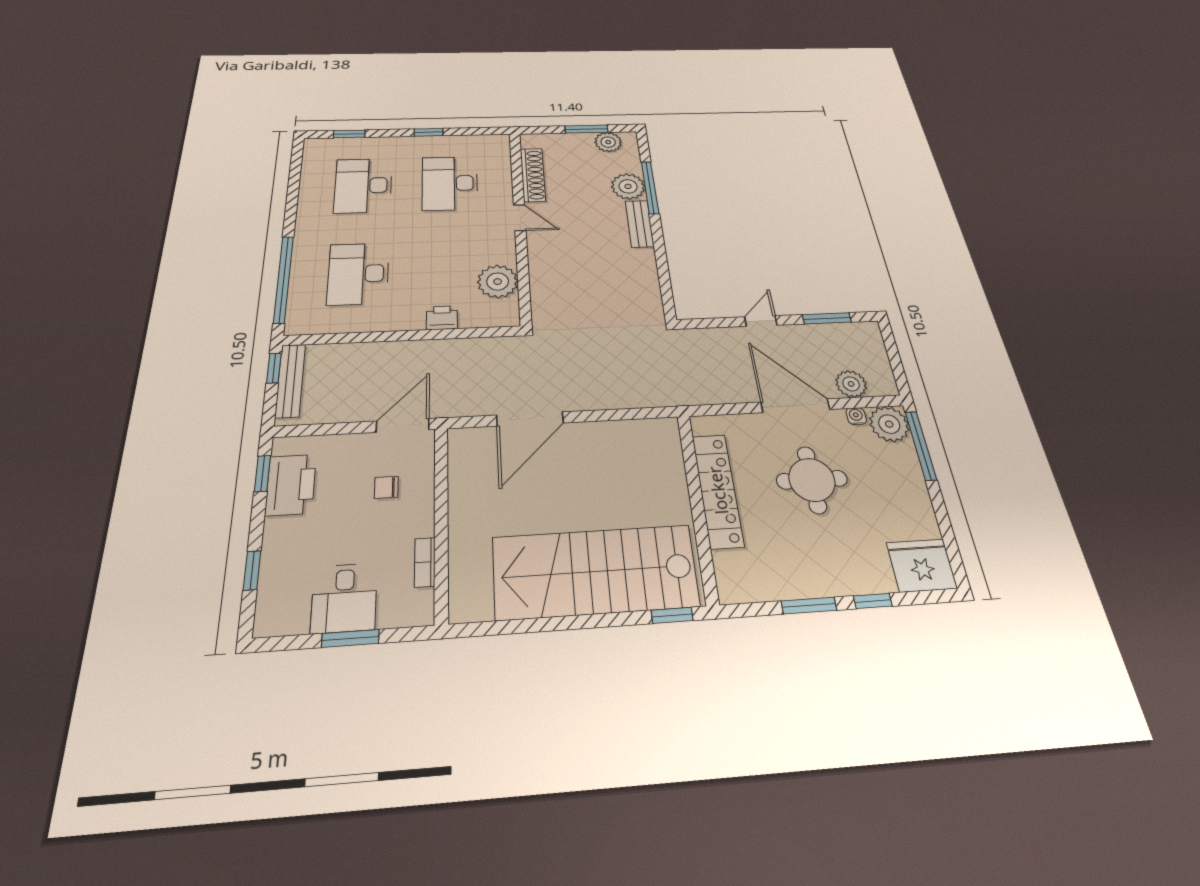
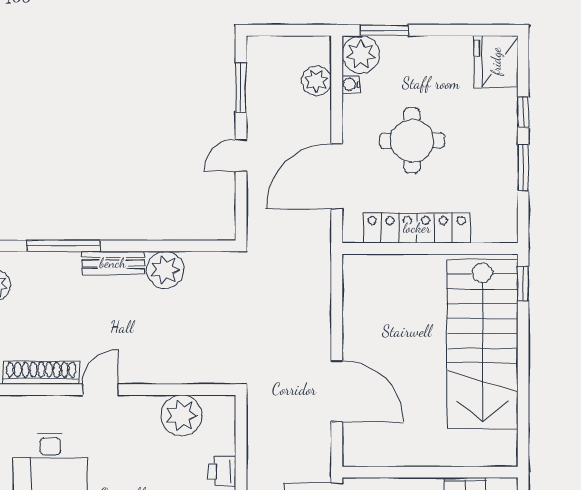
plant: (628, 186) -> (165, 270), moved
door: (761, 321) -> (241, 156), hinge flipped
door: (795, 406) -> (337, 176), moved
window: (921, 446) -> (384, 30), width x0.69

